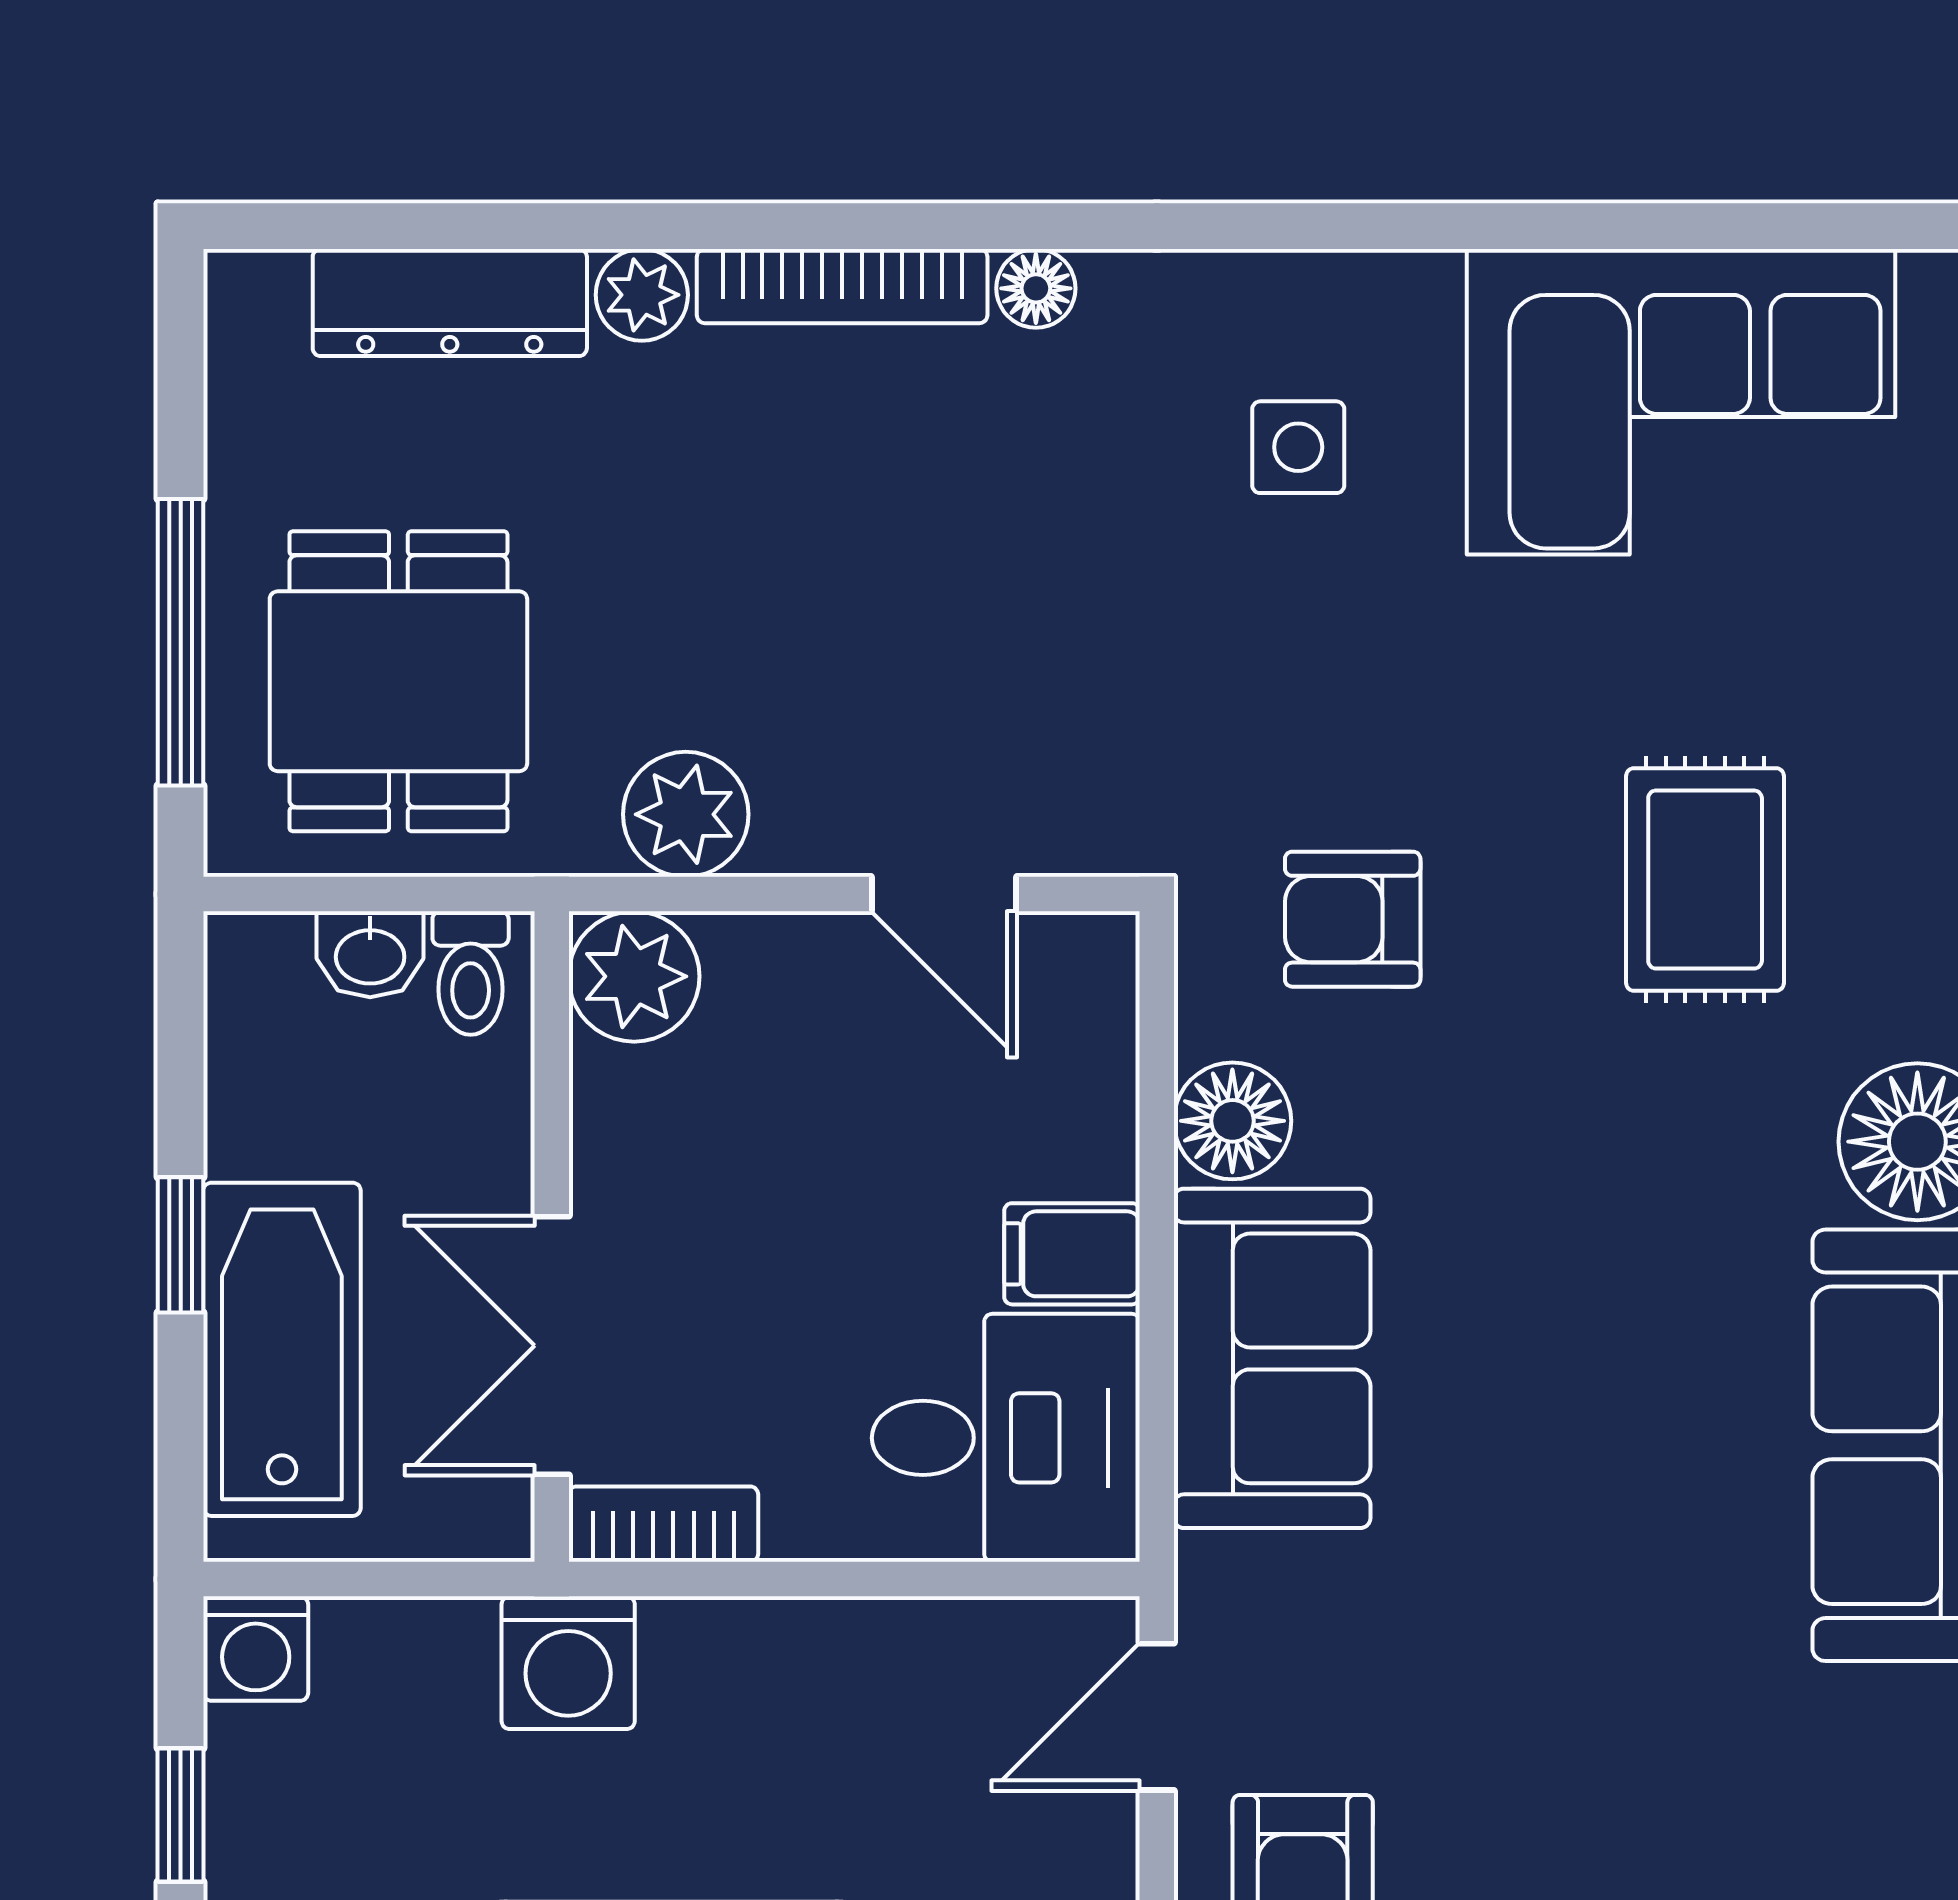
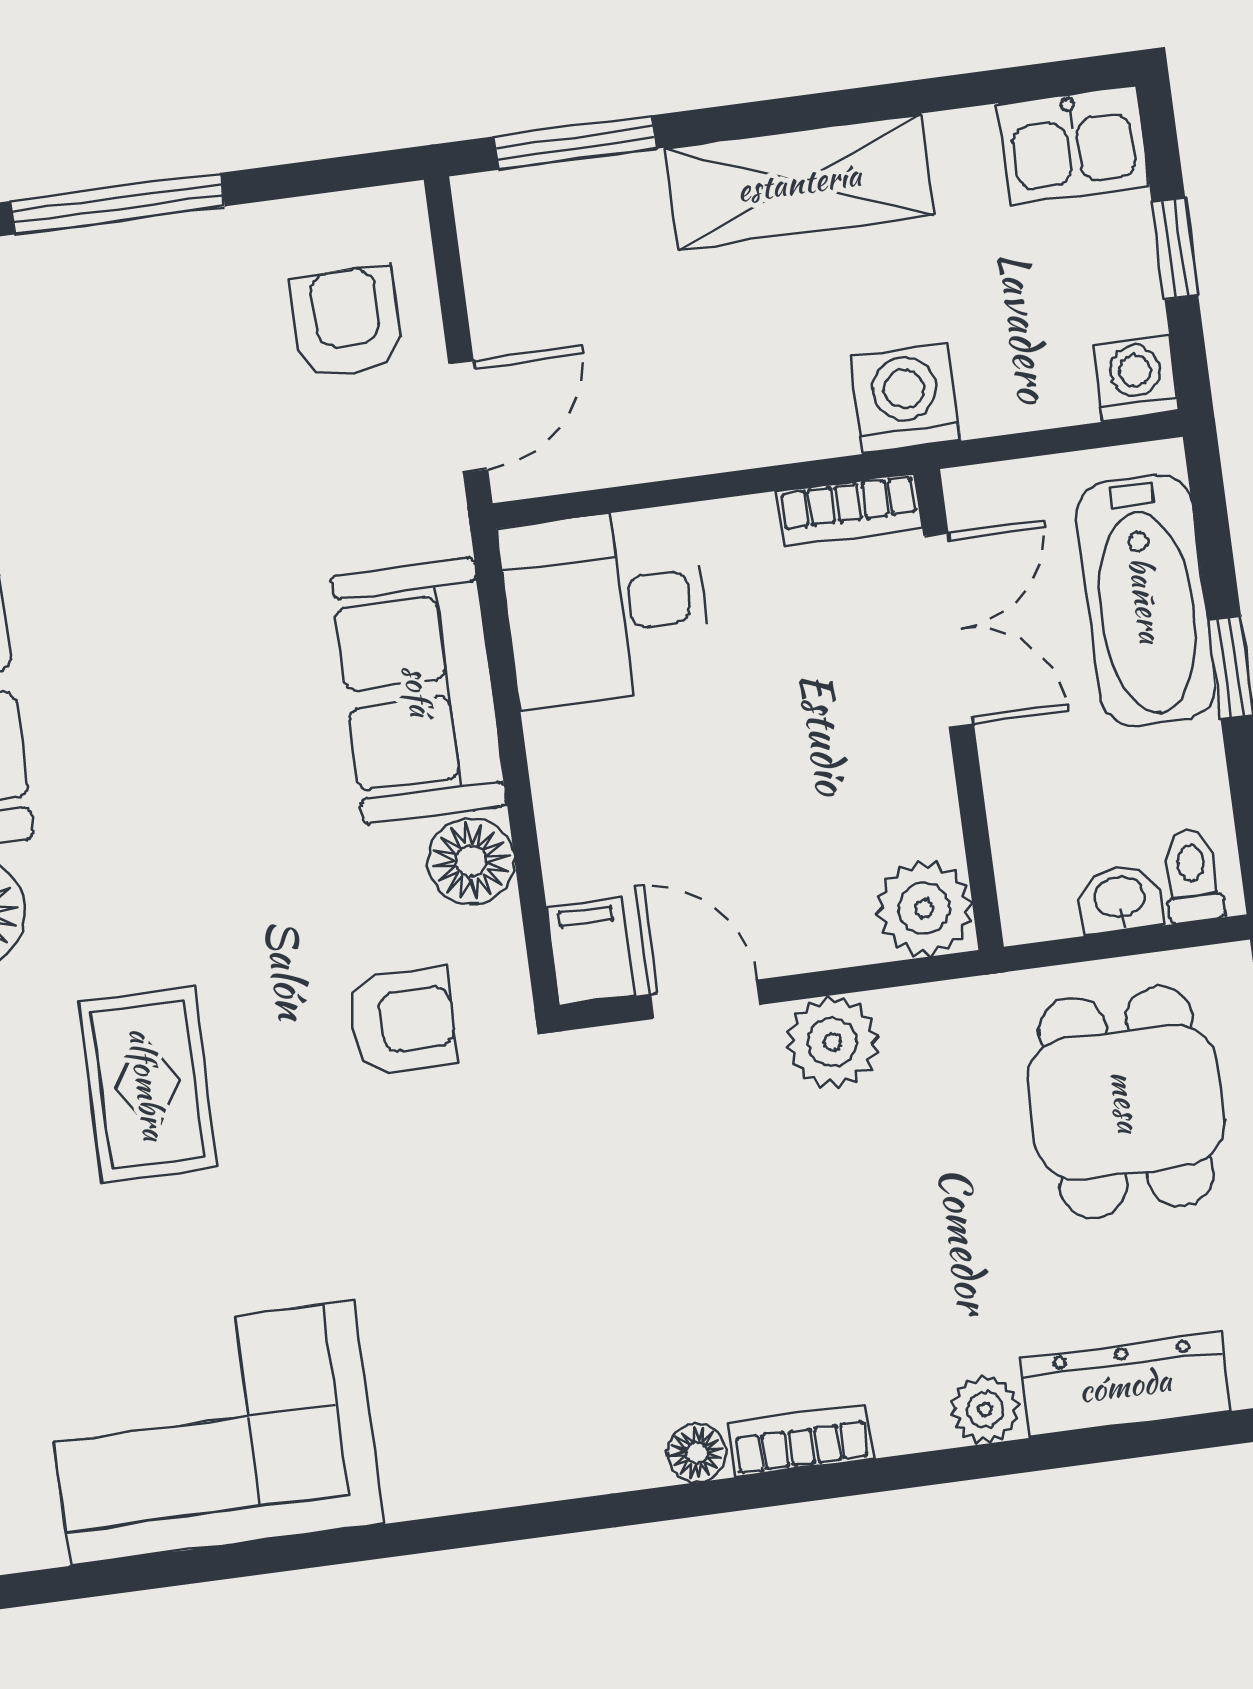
bookcase: (842, 286) -> (801, 1441), width x0.64
side table: (1298, 447) -> (489, 1362), removed
plant: (686, 814) -> (832, 1042), moved
toilet: (471, 973) -> (1192, 875), moved
filing cabinet: (1072, 1254) -> (590, 951), moved, turned -90

